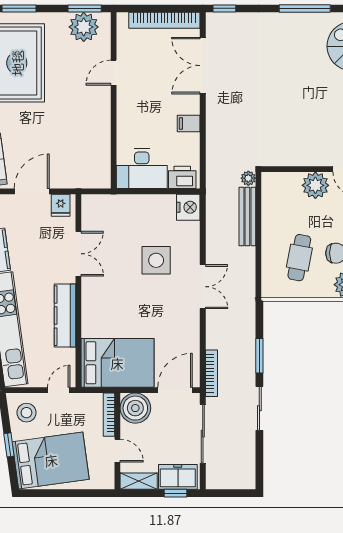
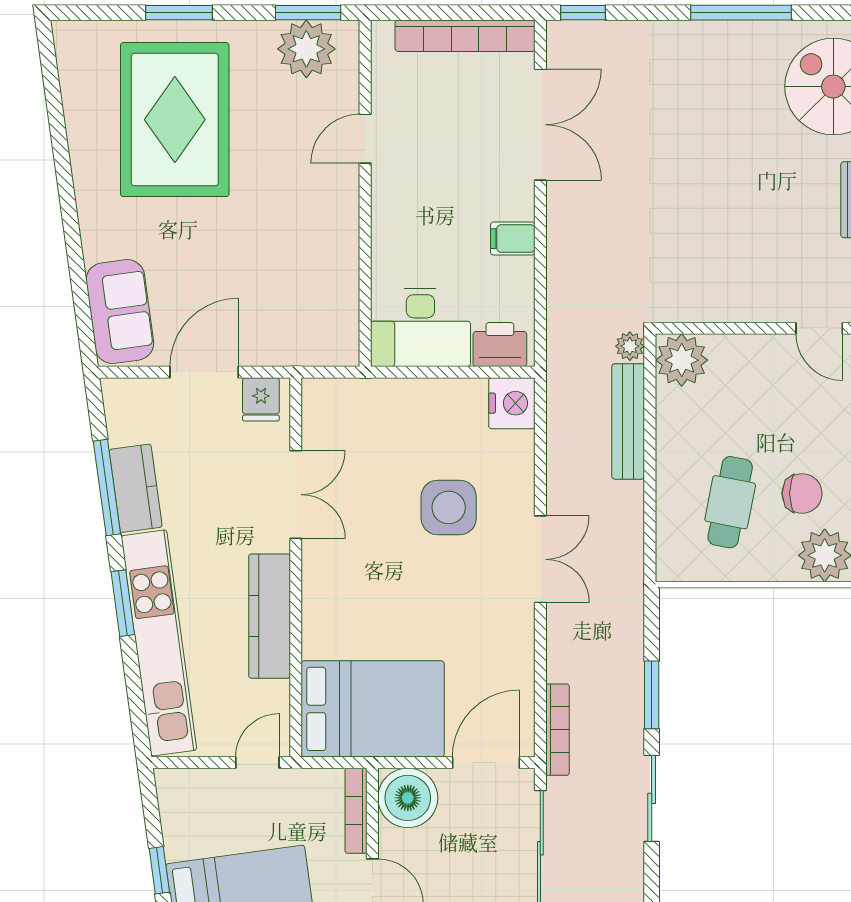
double door: (203, 66) -> (540, 125), swing flipped
plant: (315, 185) -> (682, 360), moved
stool: (26, 413) -> (194, 807), removed

